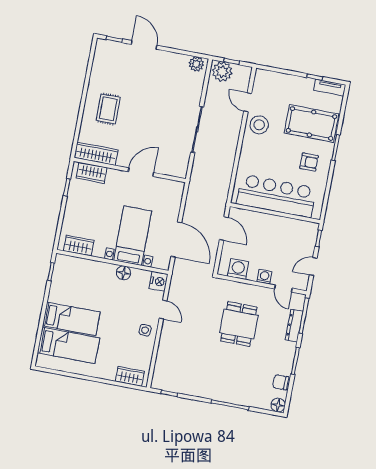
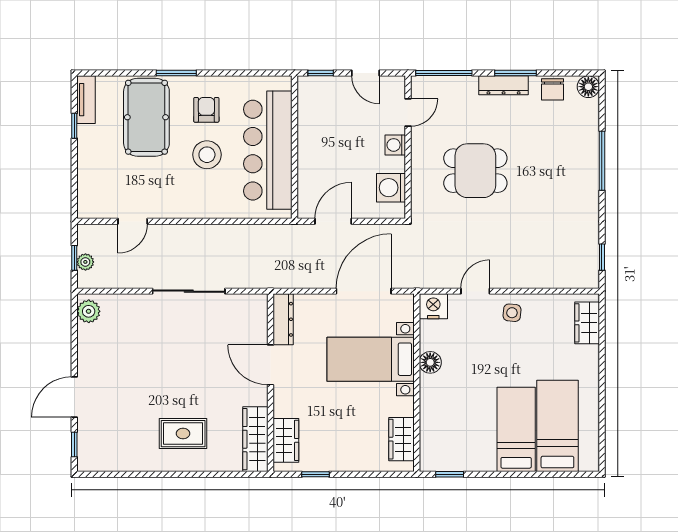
plant: (222, 72) -> (85, 262), width x0.53, depth x0.53
stool: (259, 125) -> (207, 155), moved
dresser: (168, 185) -> (283, 319), added
dresser: (294, 326) -> (504, 85), moved

